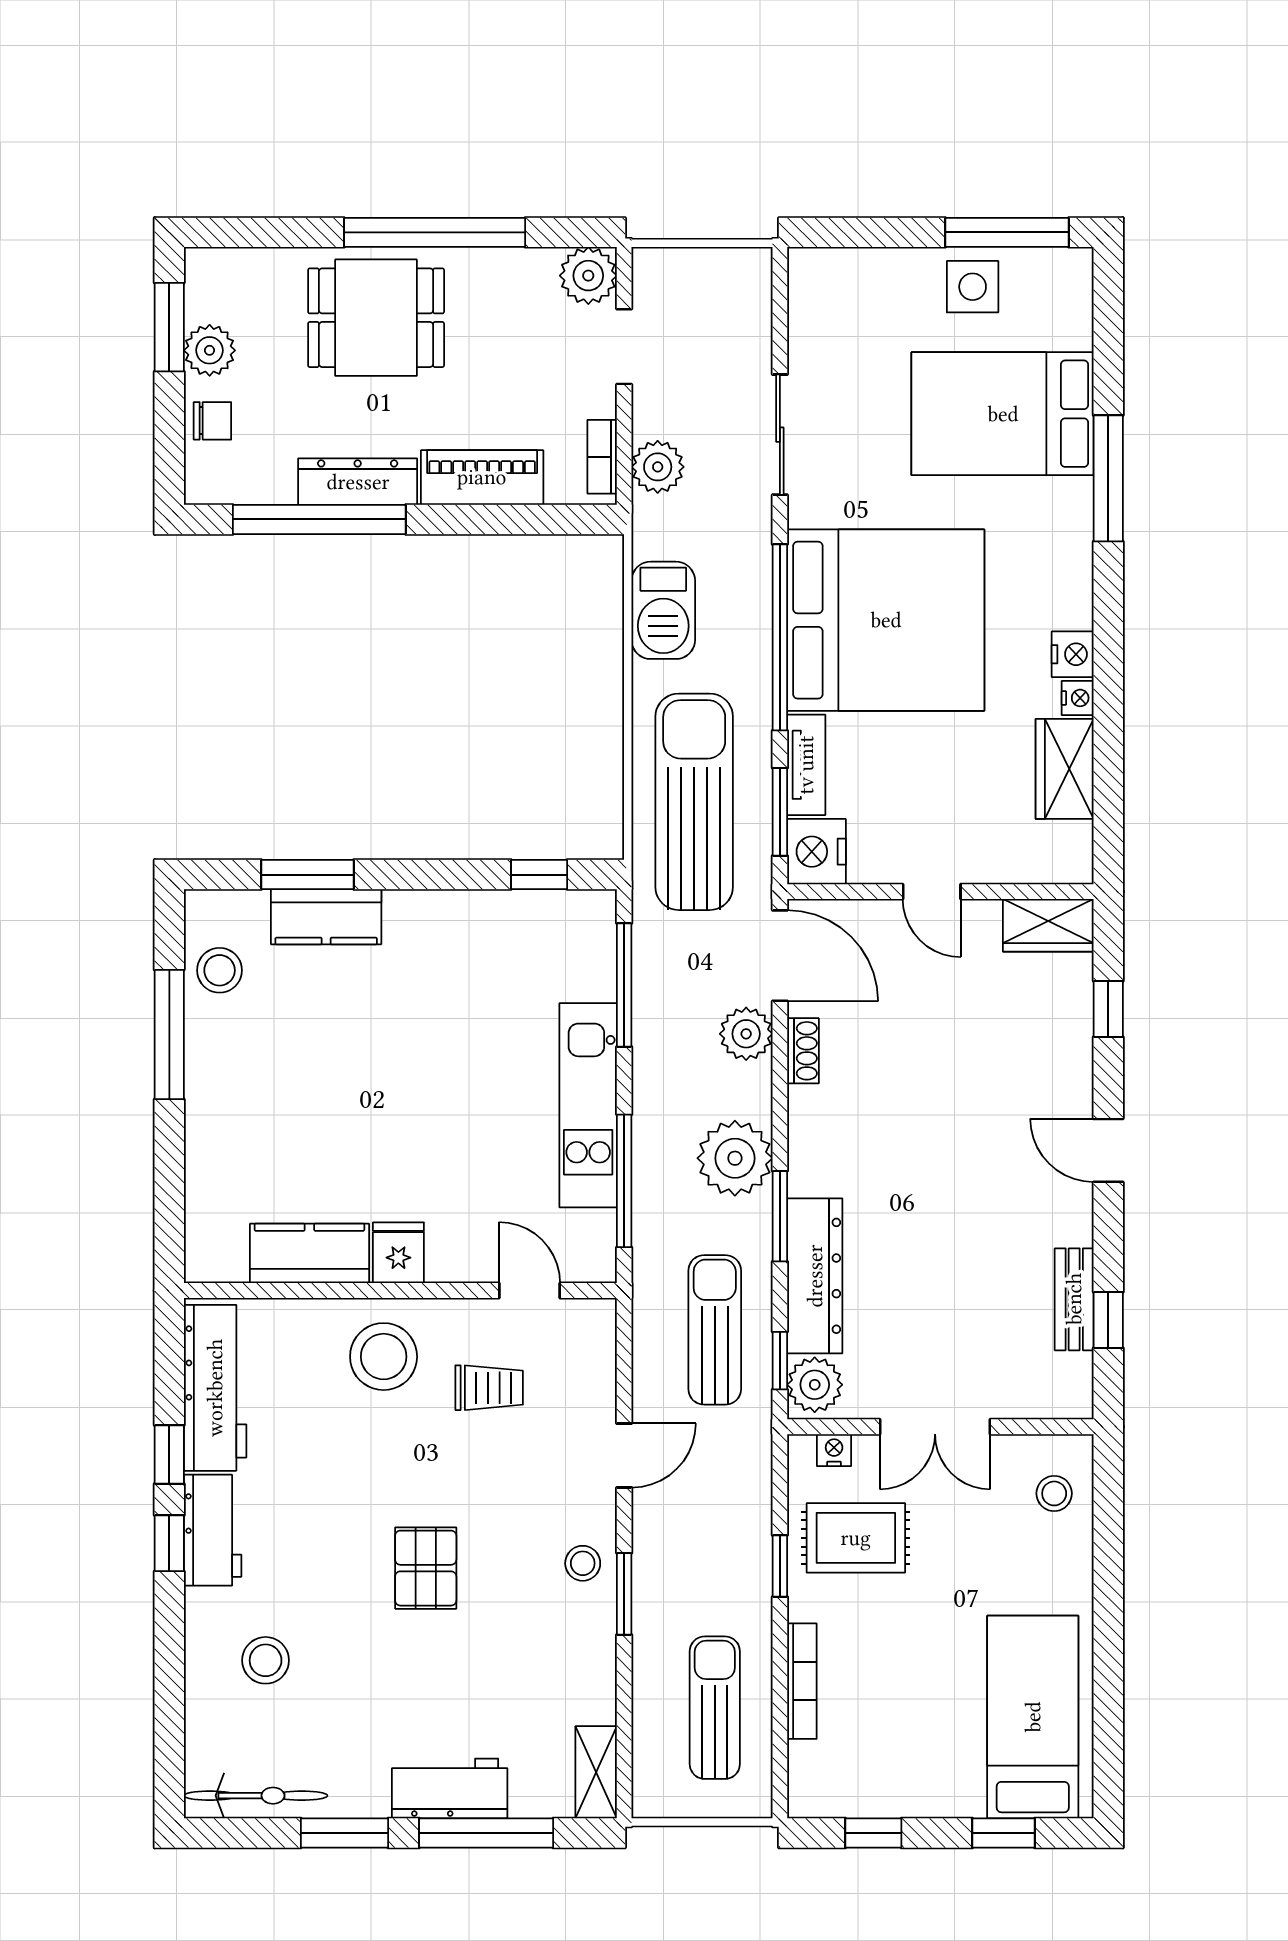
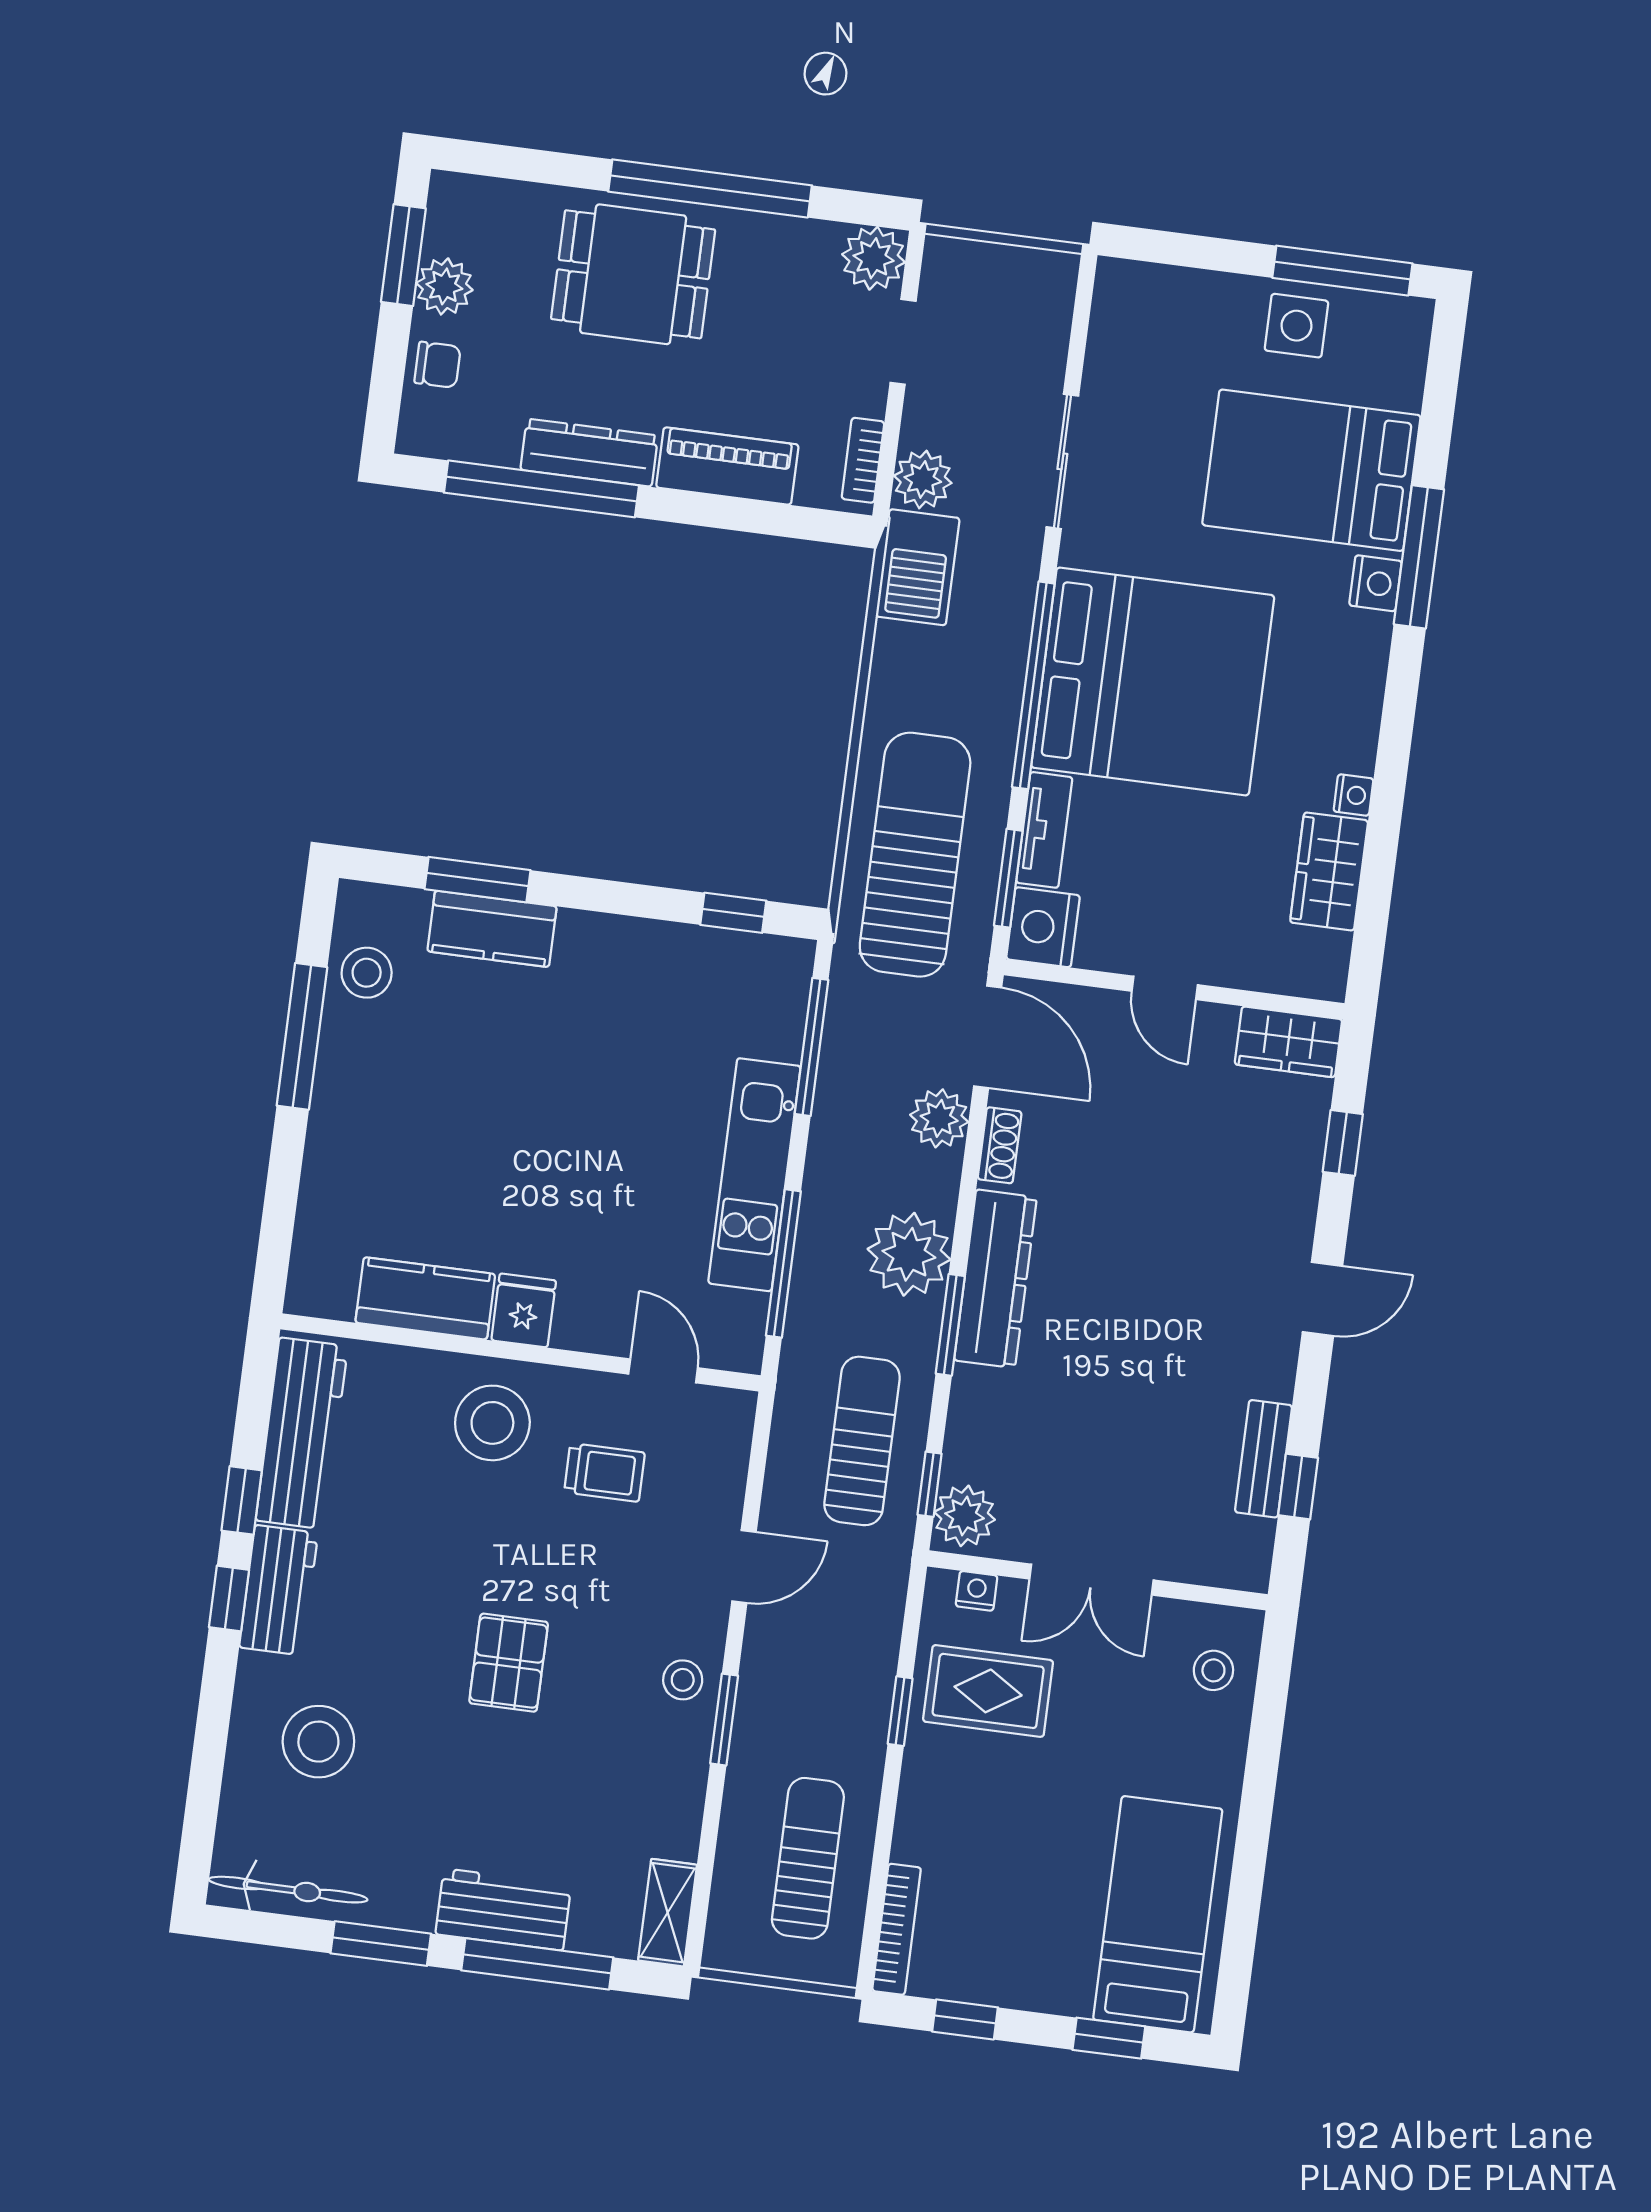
barbecue: (663, 610) -> (918, 567), moved
nightstand: (1073, 654) -> (1375, 583), moved
door: (1108, 1150) -> (1322, 1299), swing flipped
dresser: (815, 1276) -> (995, 1279), moved
stool: (266, 1660) -> (318, 1742), width x1.38, depth x1.38
bookcase: (802, 1681) -> (897, 1929), moved

